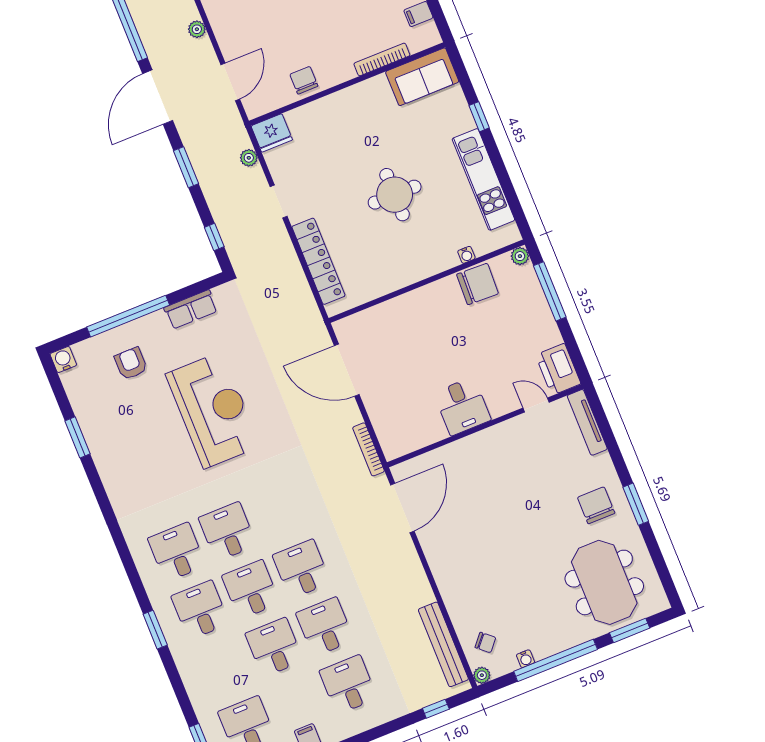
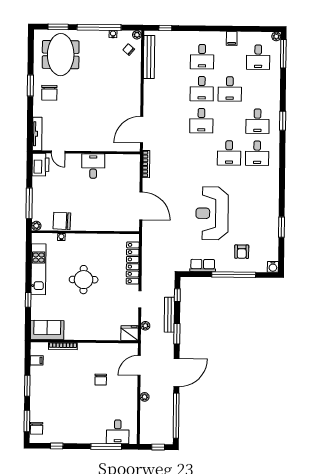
chair: (304, 80) -> (101, 380), moved
bench: (214, 196) -> (169, 315), added
desk: (251, 589) -> (229, 121), removed

